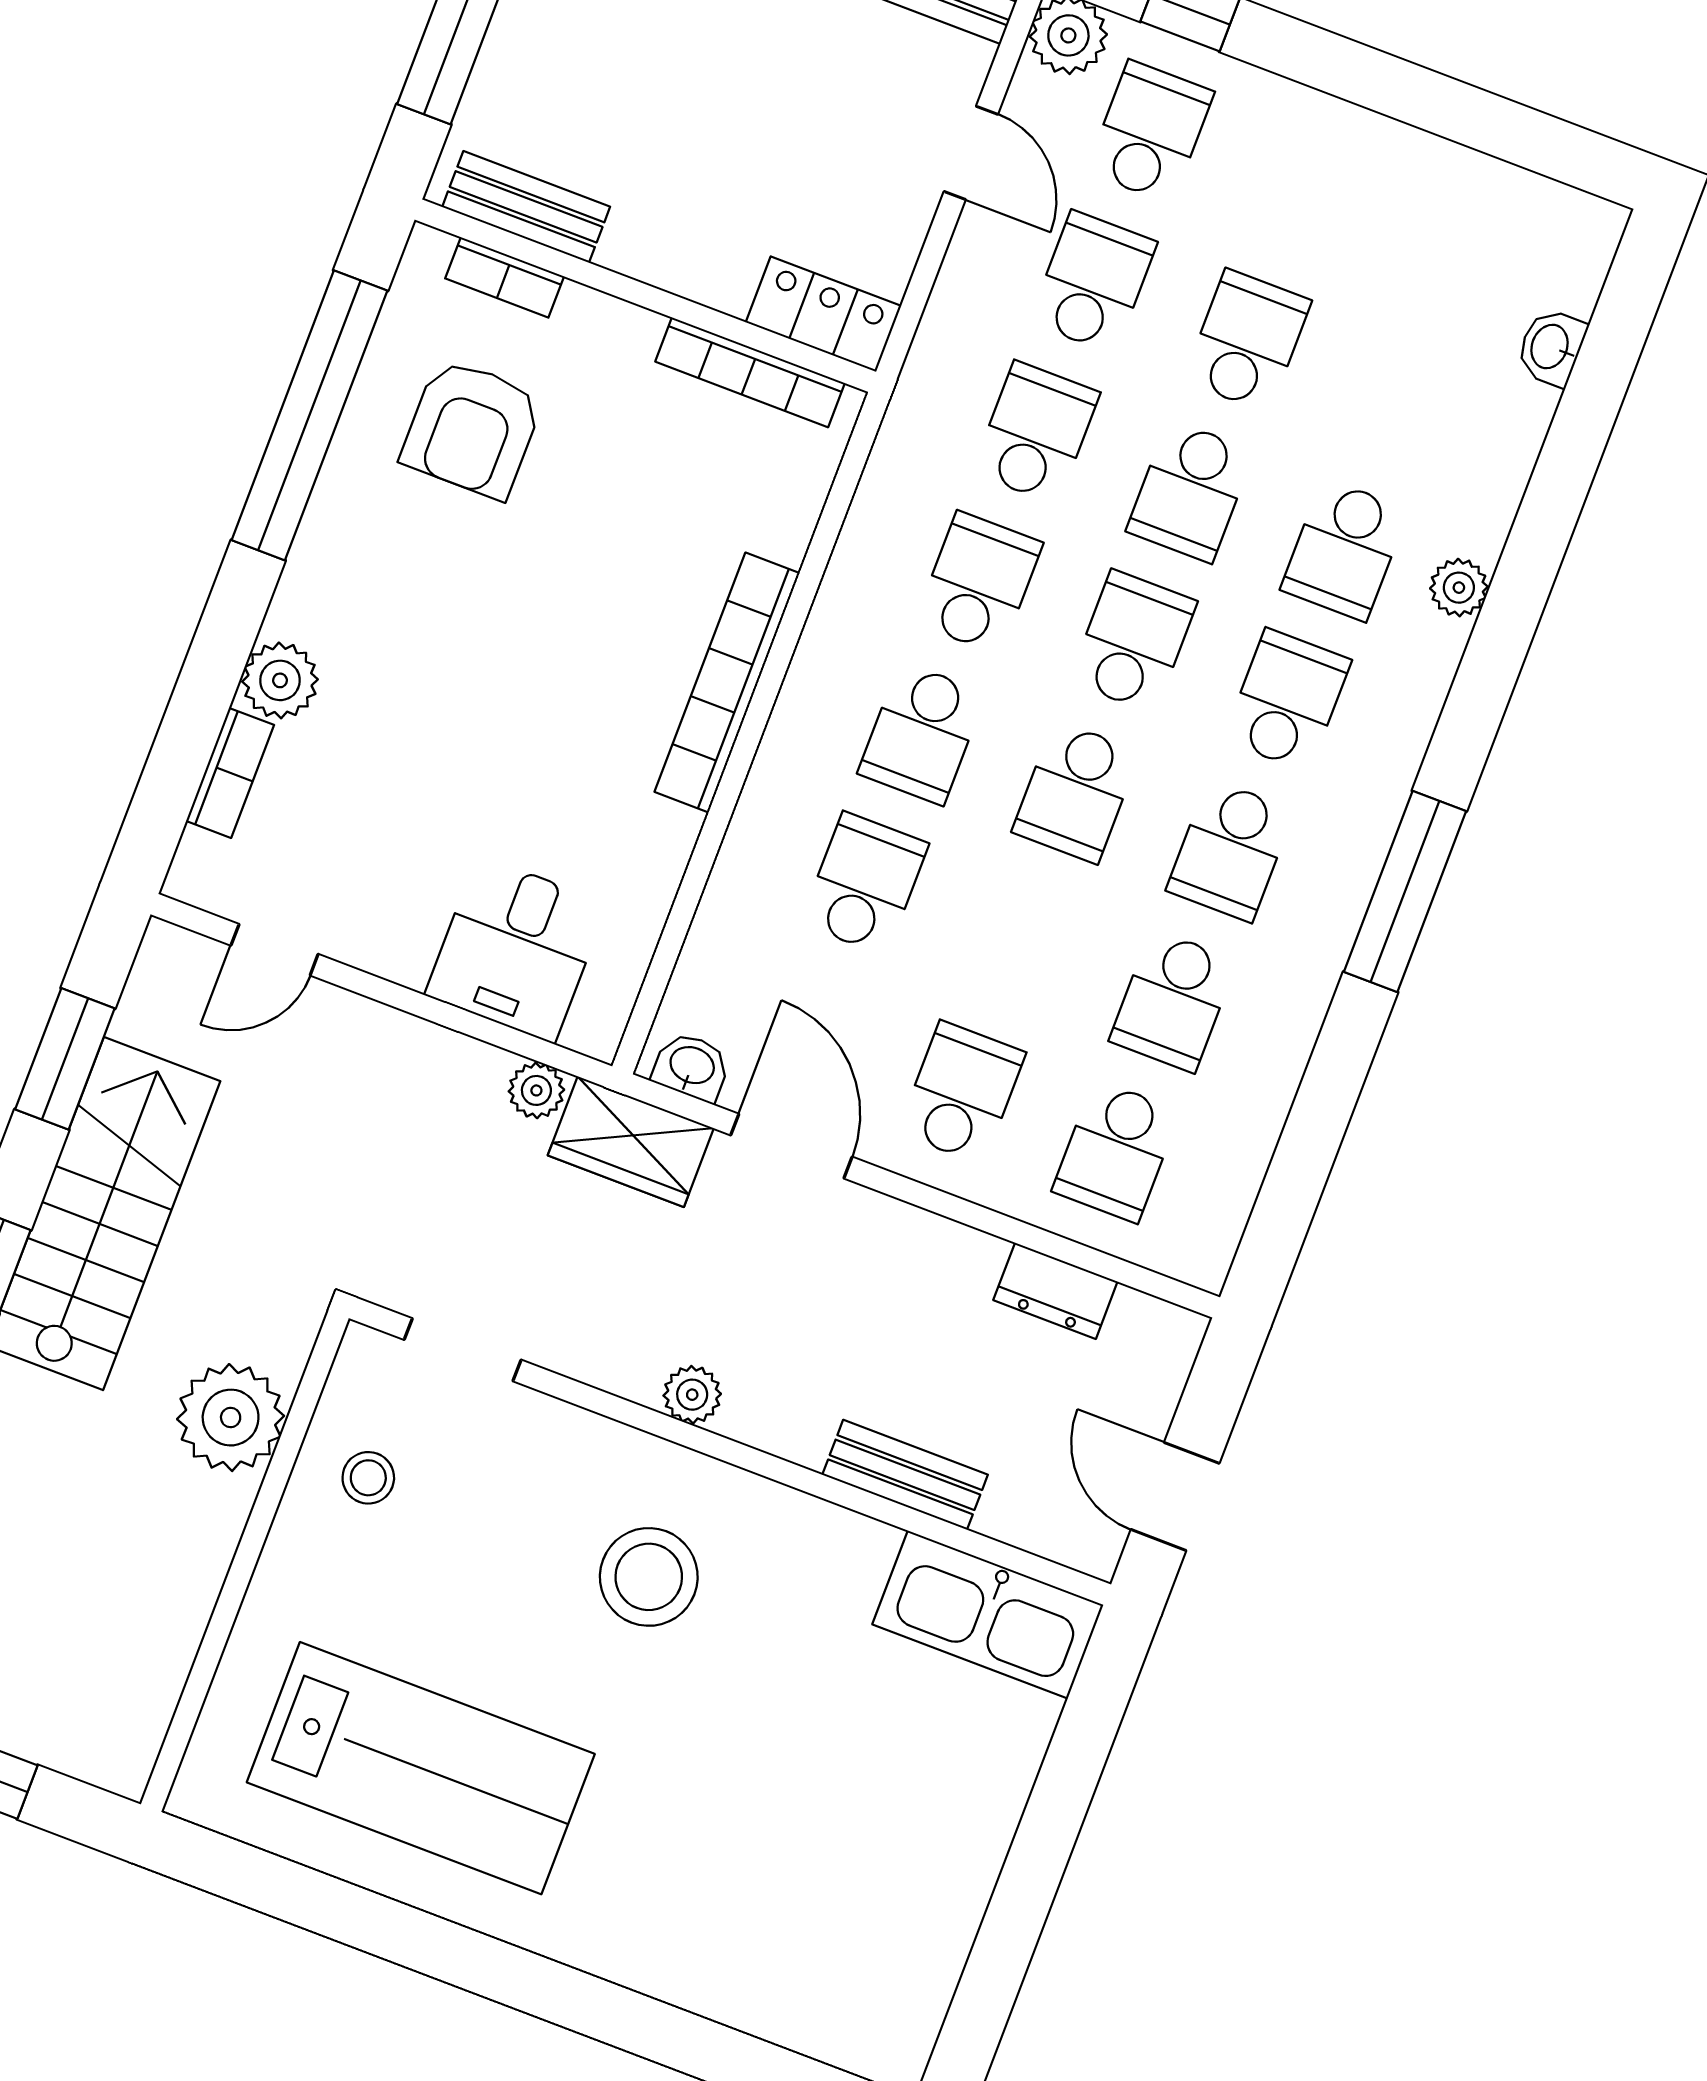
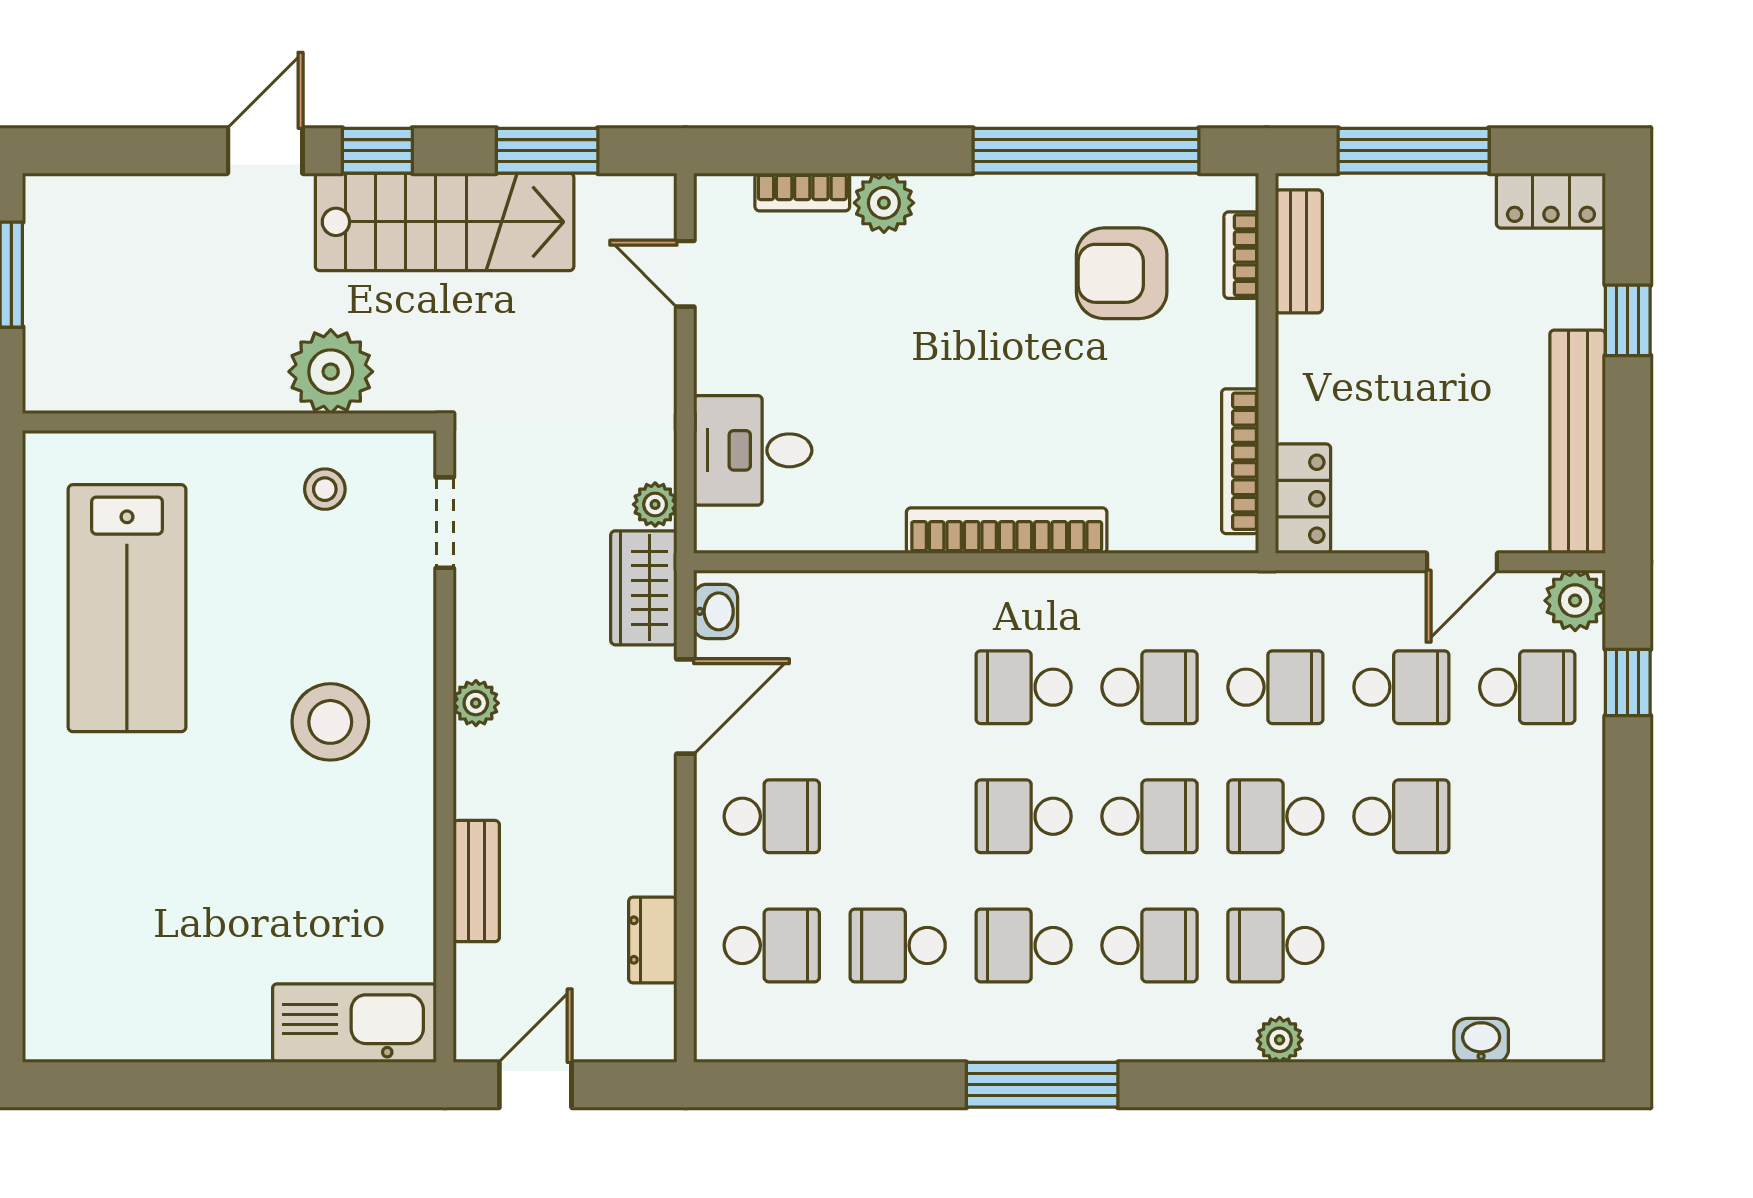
school desk: (865, 884) -> (898, 687), removed
school desk: (1116, 1151) -> (772, 945), turned 180
kitchen sink: (988, 1614) -> (354, 1023), moved, turned 90

